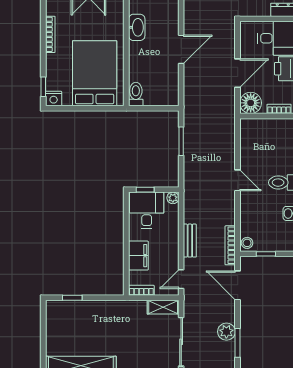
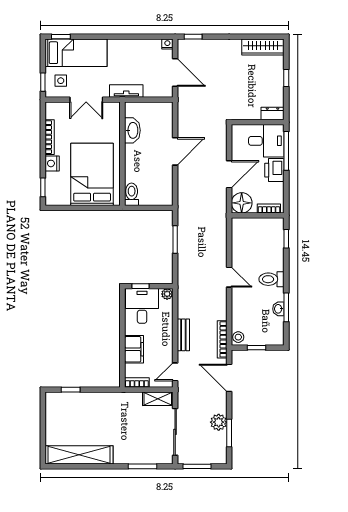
nightstand: (54, 98) -> (52, 163), moved, turned 90

